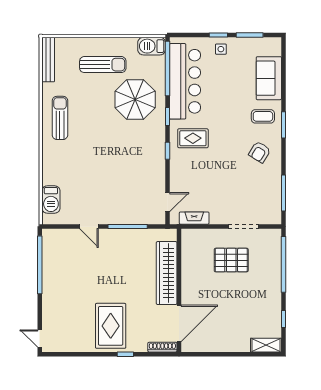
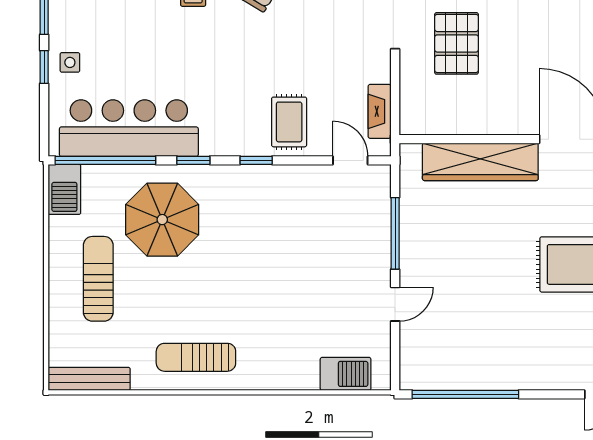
rug: (193, 138) -> (289, 122), moved

